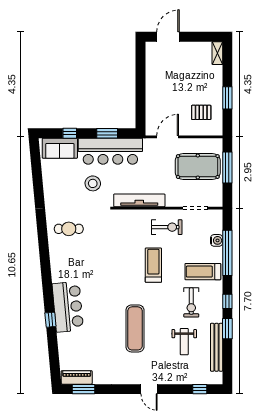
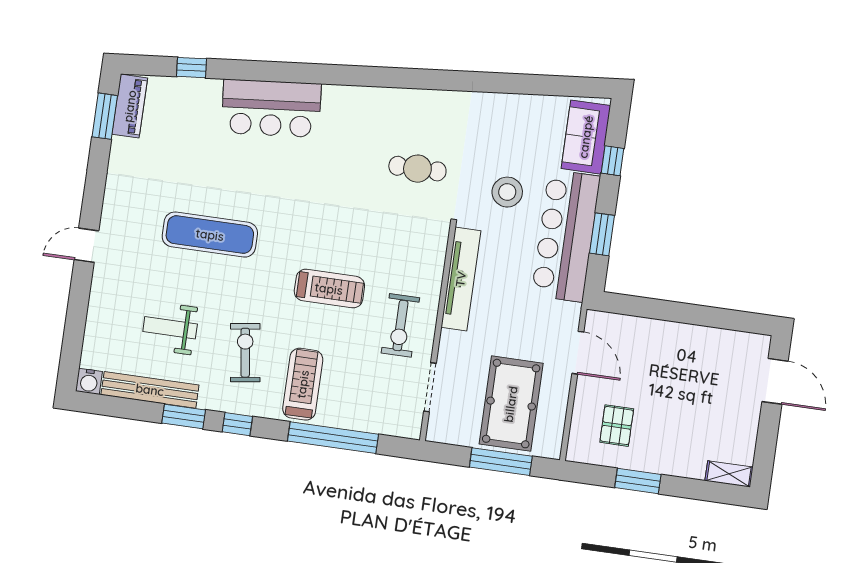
cafe table: (69, 229) -> (417, 169), moved, turned 90
water cooler: (217, 240) -> (89, 381), moved
exercise bike: (191, 302) -> (245, 353), turned 82
window: (50, 320) -> (192, 68), moved
window: (200, 389) -> (72, 345), removed

